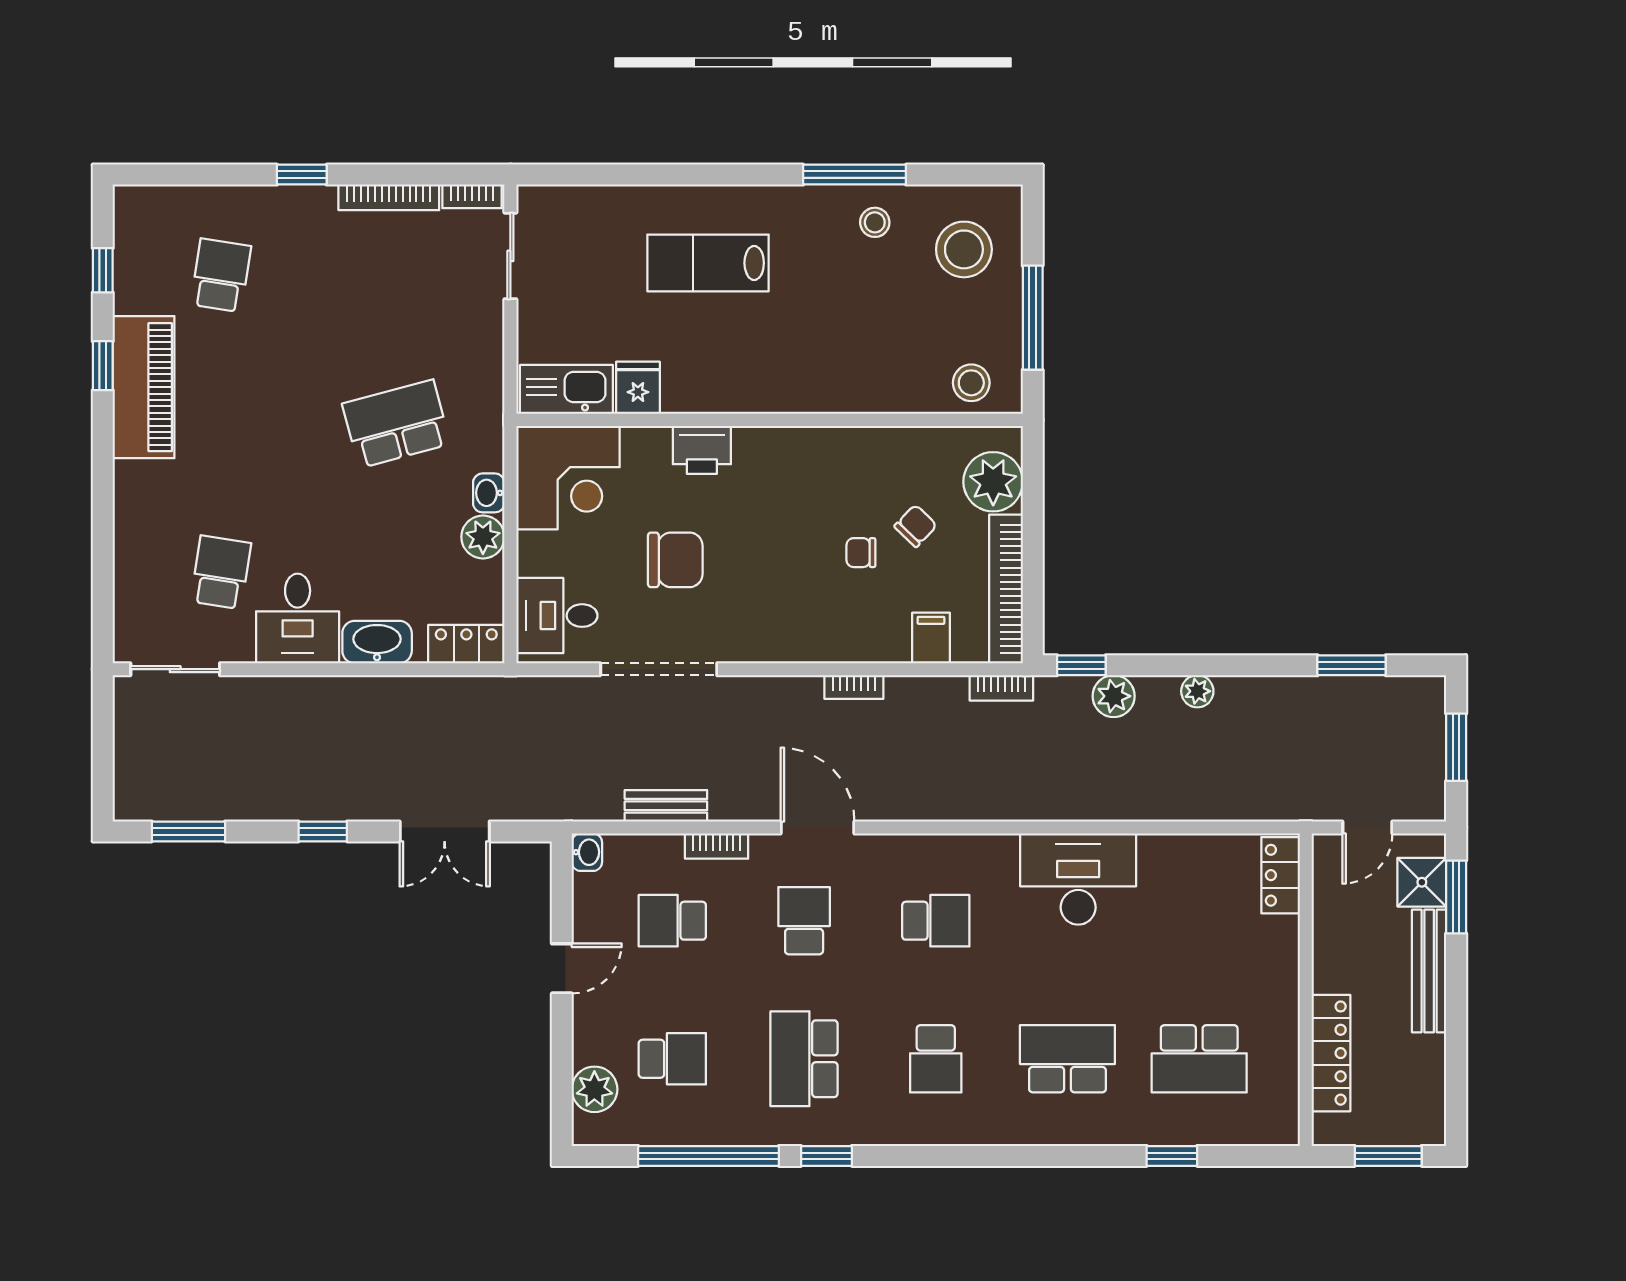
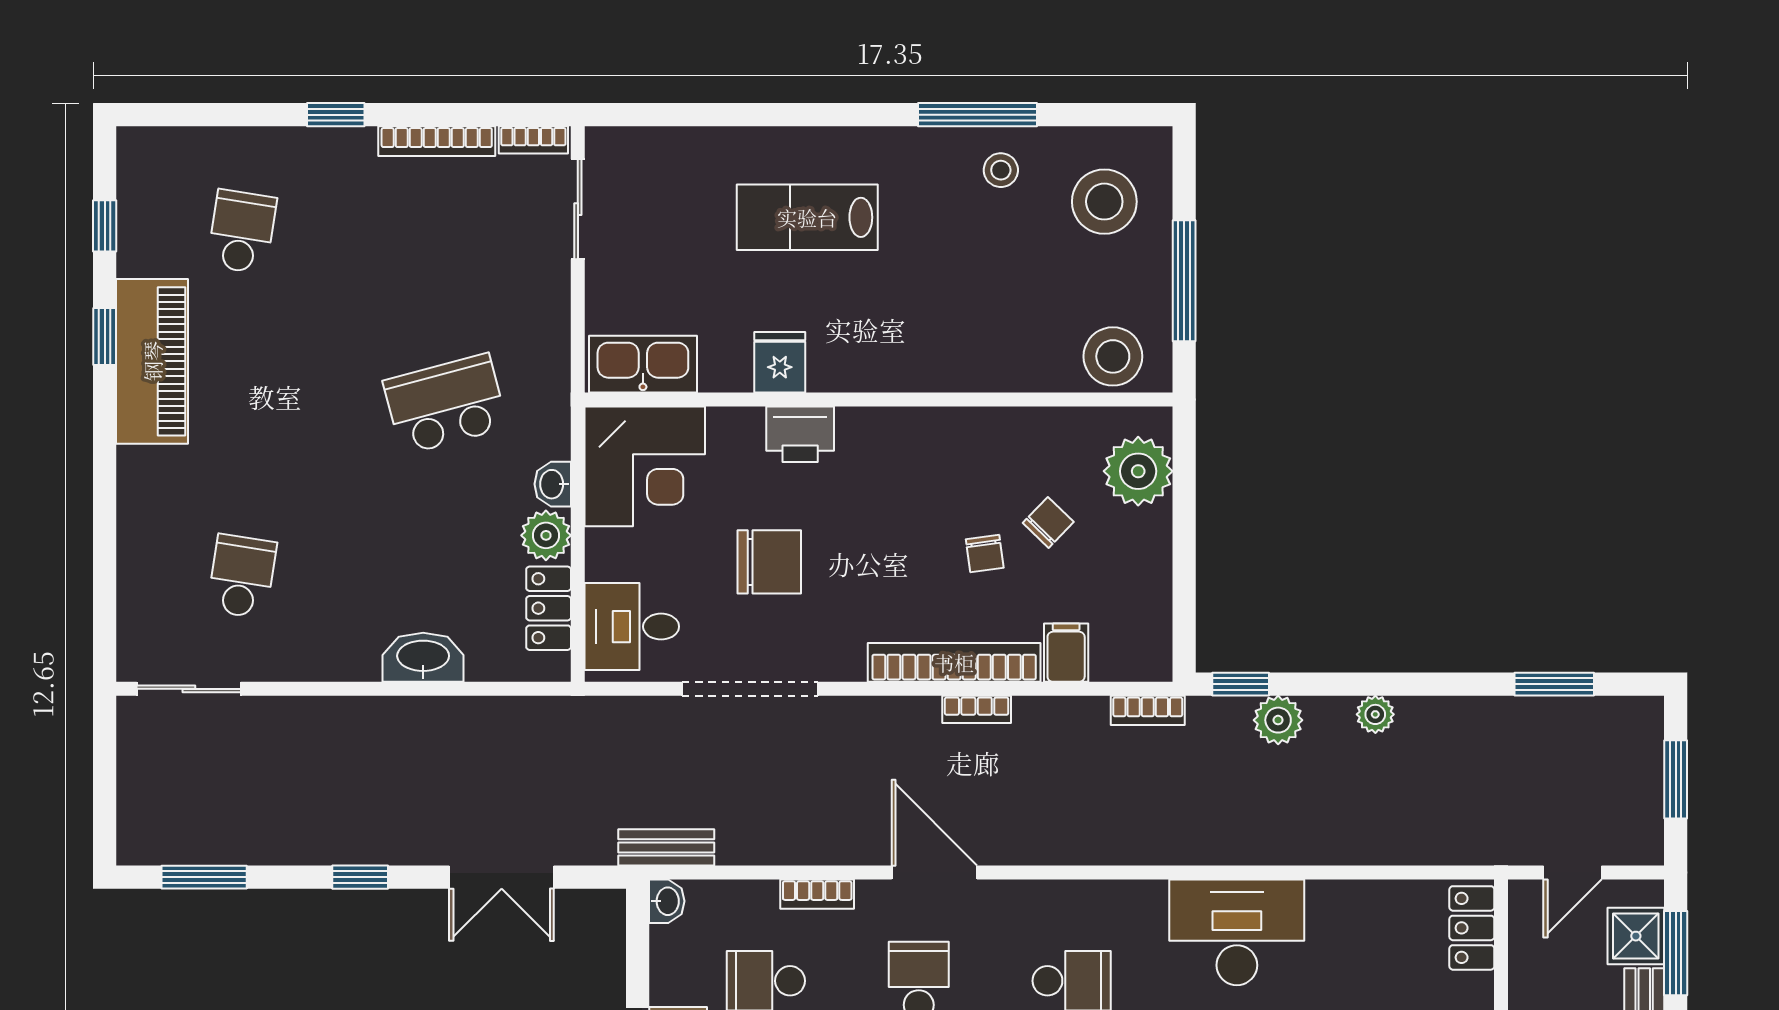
stool: (971, 383) -> (1113, 356), width x1.38, depth x1.38
fridge: (638, 388) -> (780, 362), moved
chair: (861, 553) -> (985, 553), turned -98
bookcase: (1006, 589) -> (954, 662), moved, turned 90
desk: (298, 618) -> (331, 630), removed
locker: (466, 644) -> (549, 608), moved, turned -90
bench: (666, 806) -> (666, 847), moved

